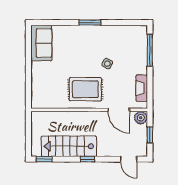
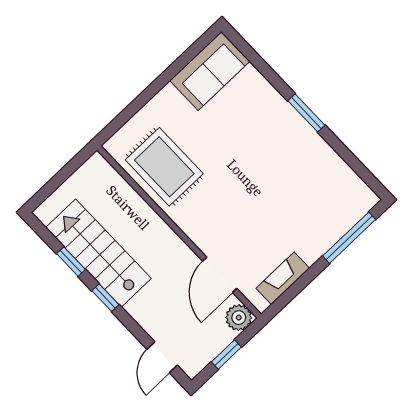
side table: (107, 64) -> (271, 195), removed
rug: (85, 89) -> (164, 167), moved
window: (44, 159) -> (71, 262), moved

